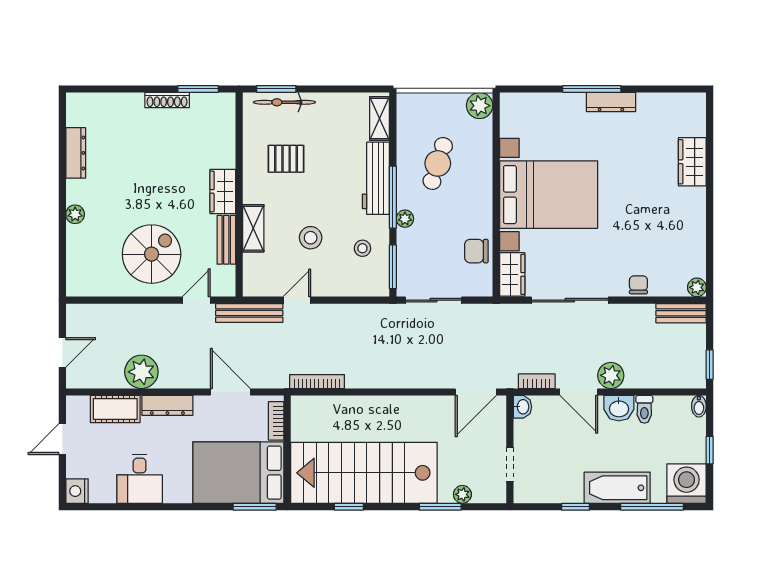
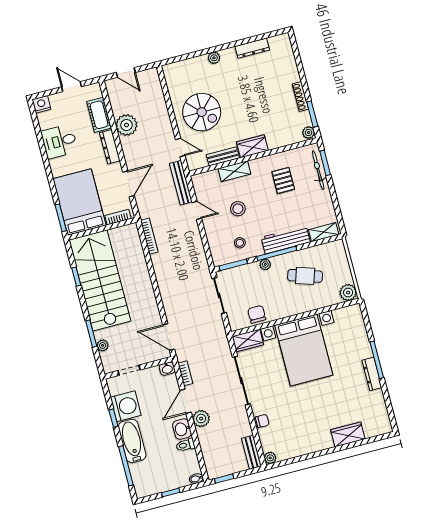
plant: (224, 102) -> (309, 133), added
washing machine: (687, 484) -> (126, 406), moved

